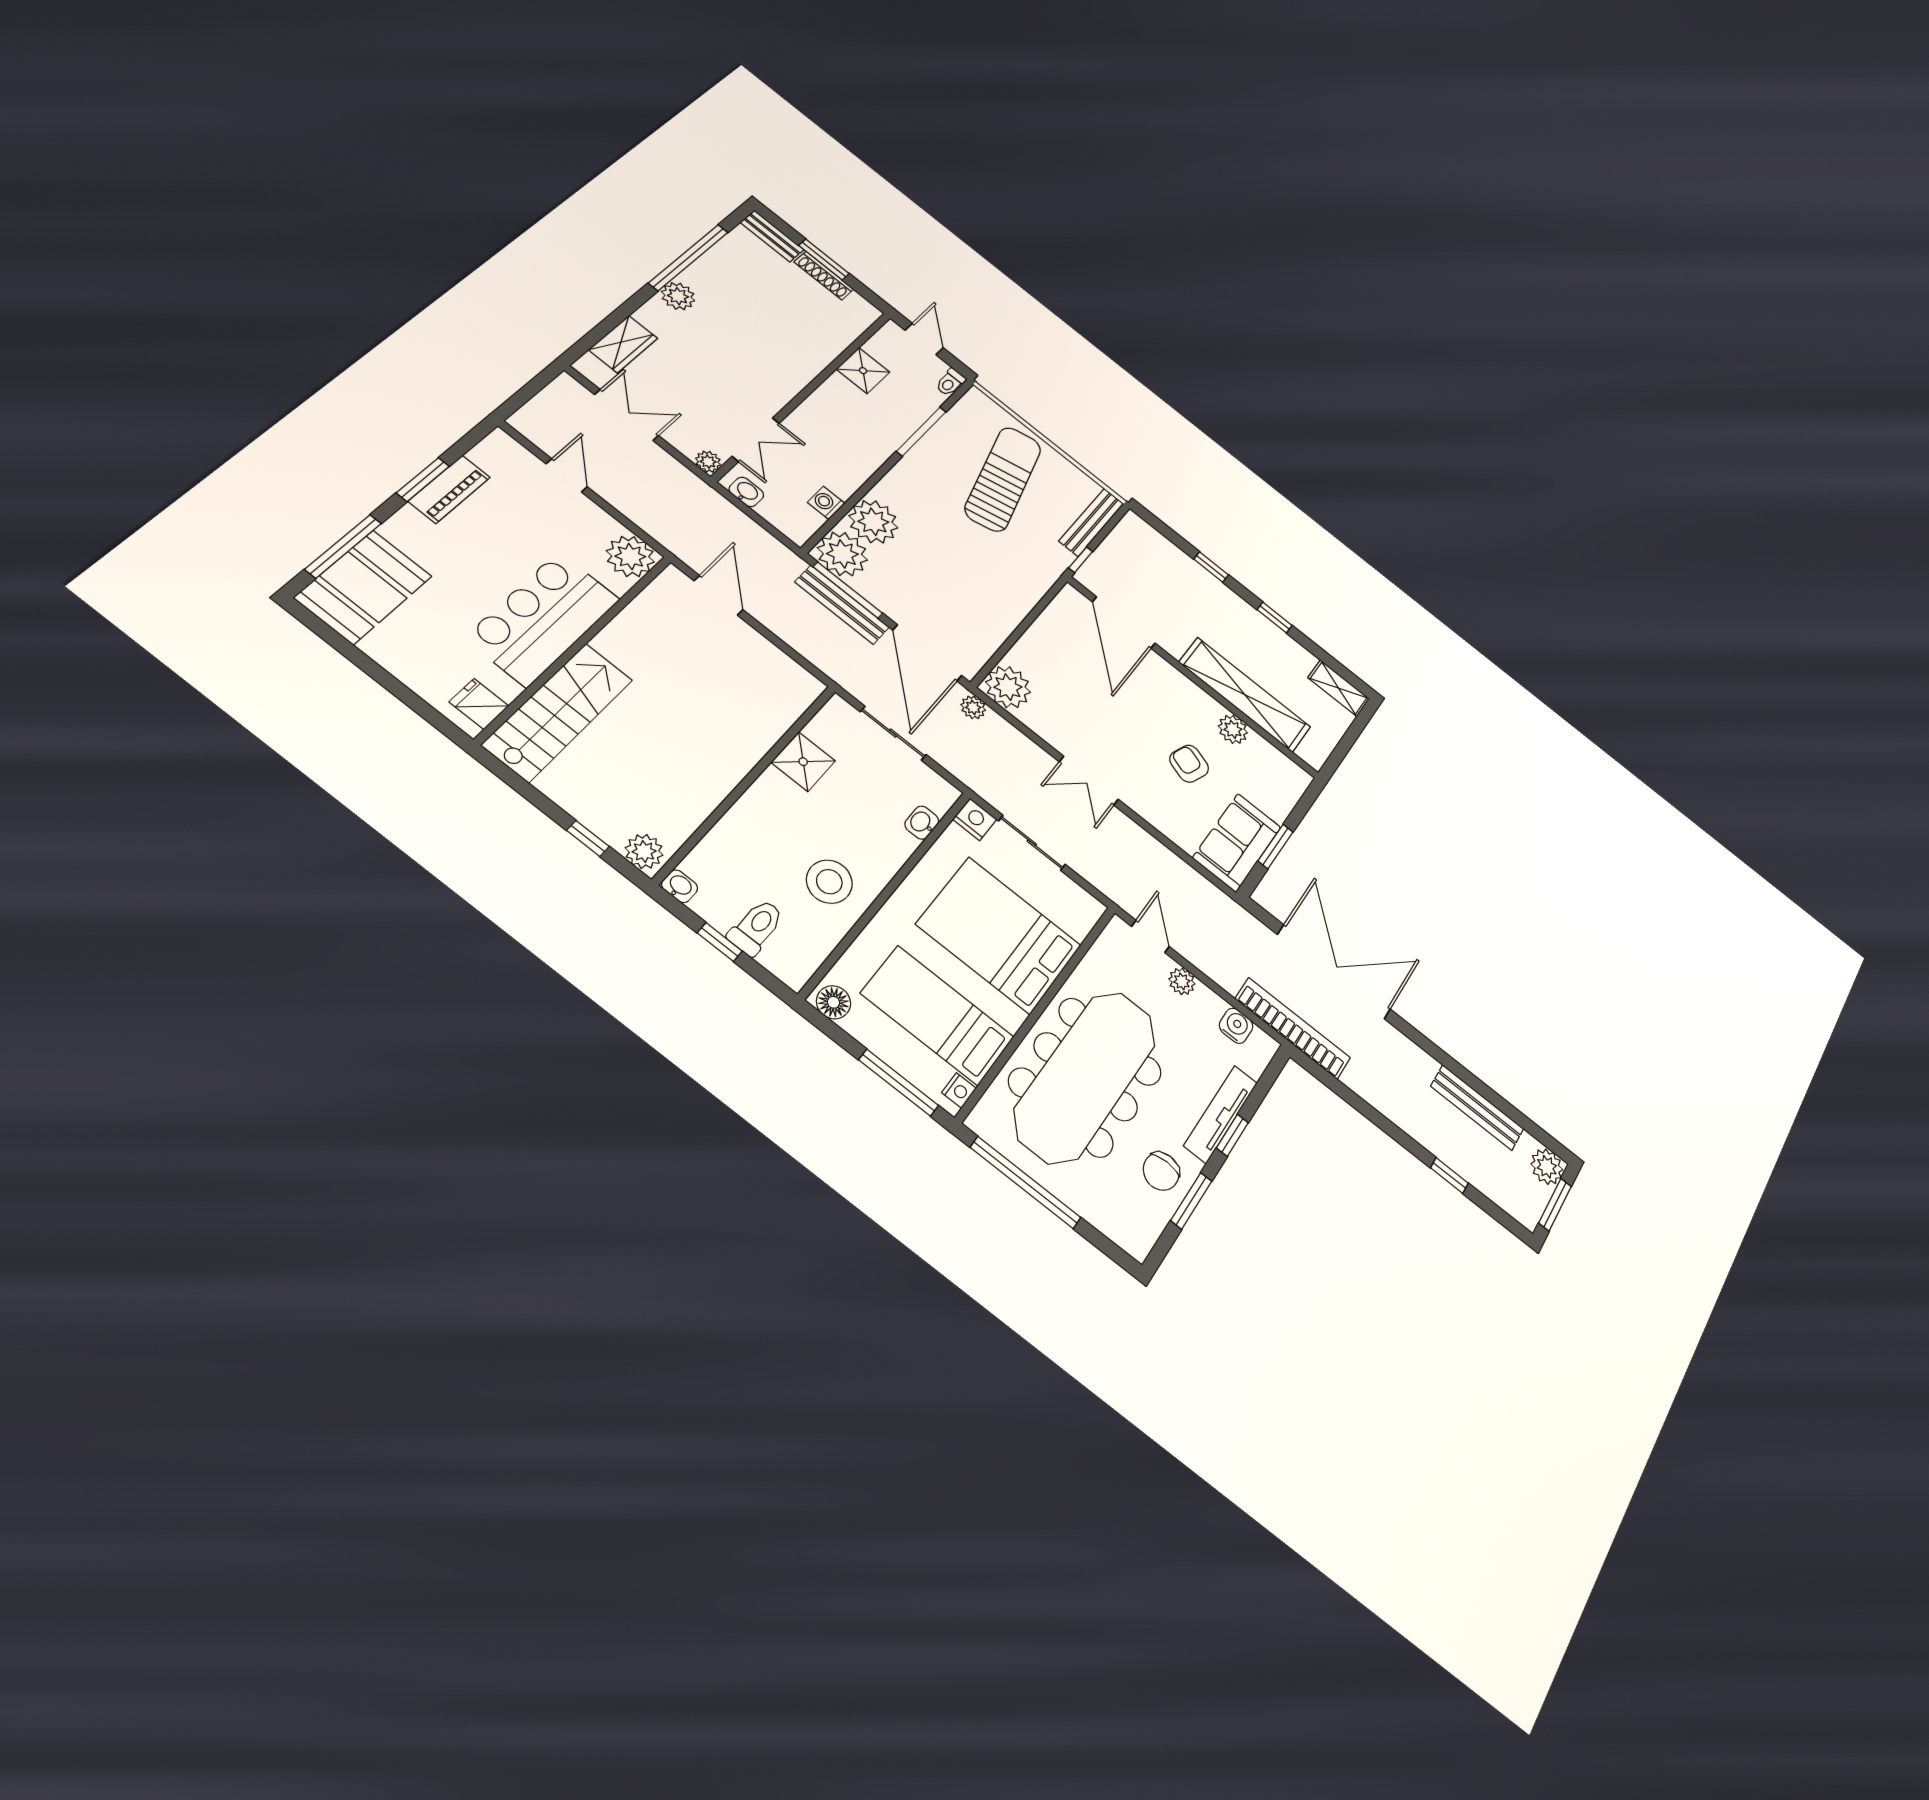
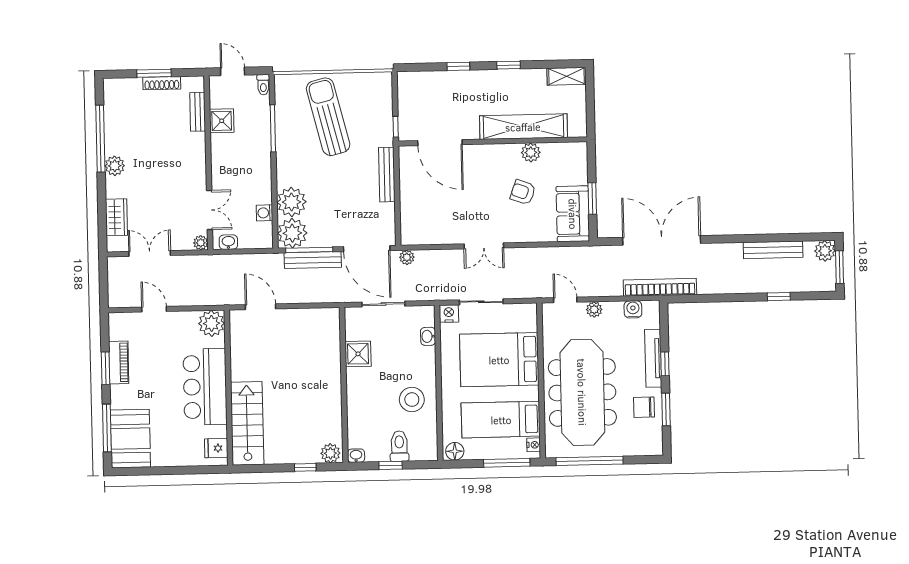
bench: (772, 236) -> (198, 112), moved, turned 90
bench: (1092, 522) -> (387, 175), moved
plant: (1008, 687) -> (414, 232), removed
chair: (1161, 1171) -> (644, 407), turned 90

